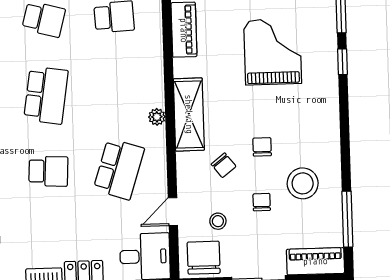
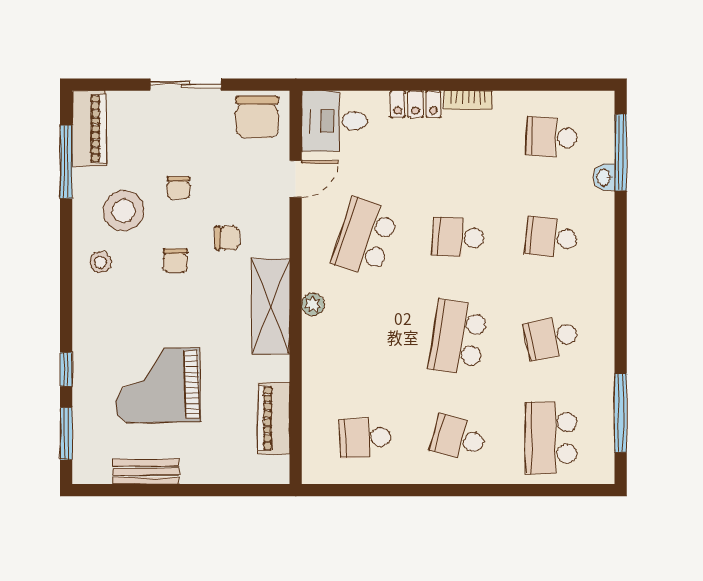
grand piano: (273, 52) -> (158, 385), turned 89
chair: (224, 165) -> (227, 238), turned 128
stool: (218, 221) -> (100, 262), moved
piano: (315, 261) -> (89, 129), moved, turned -90

